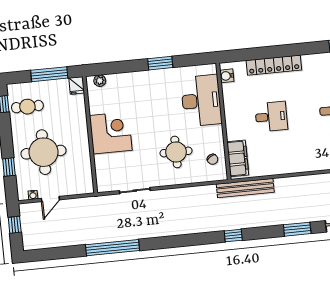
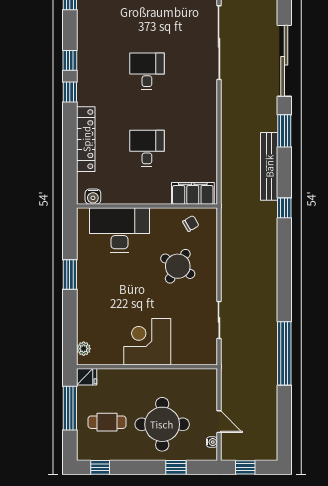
window: (312, 48) -> (70, 92), added
cafe table: (27, 107) -> (107, 422), moved, turned 90
round table: (176, 152) -> (178, 266), turned 32
bench: (245, 188) -> (269, 166), moved

